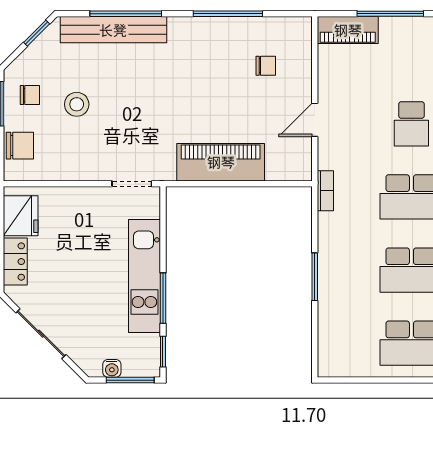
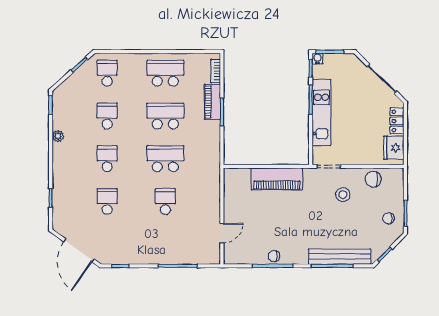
piano: (348, 30) -> (212, 102), moved, turned -90
chair: (266, 66) -> (274, 256), moved
stool: (77, 104) -> (343, 195), moved
door: (315, 120) -> (222, 233), moved
chair: (20, 146) -> (373, 179), moved
bookcase: (325, 191) -> (216, 71), moved
water cooler: (112, 368) -> (317, 59), moved

